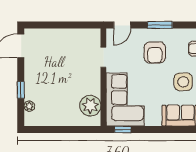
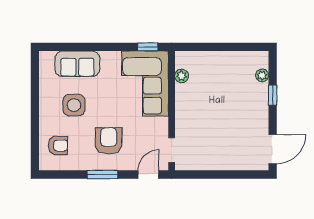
doorway: (103, 57) -> (172, 150), moved
plant: (90, 106) -> (182, 76), width x0.53, depth x0.53

